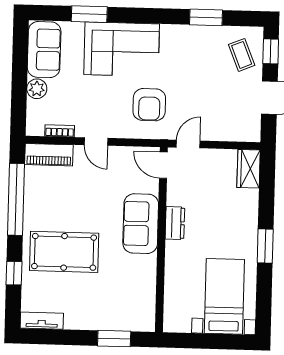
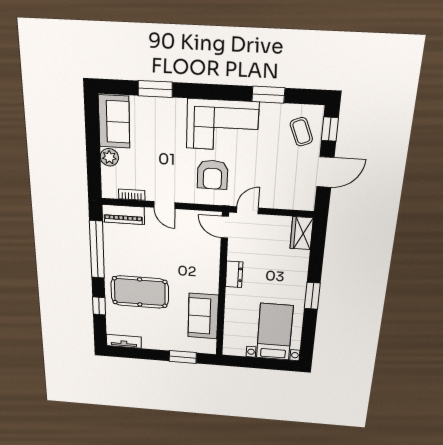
corner sofa: (122, 49) -> (222, 125), moved
sofa: (141, 224) -> (203, 316), moved

